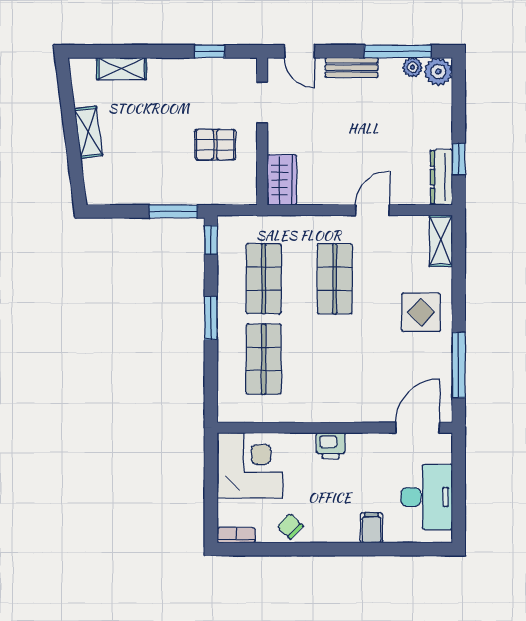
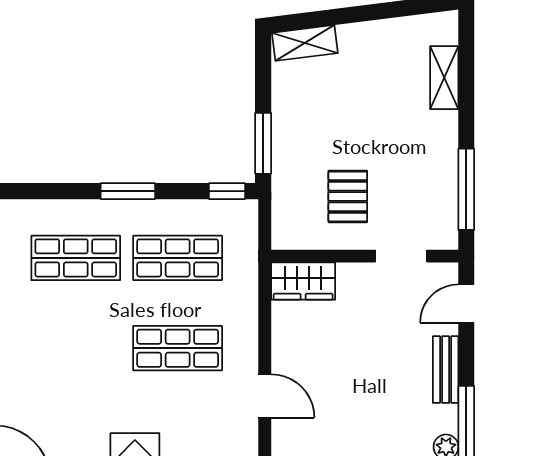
window: (210, 51) -> (466, 189), width x2.17
shelving: (88, 132) -> (305, 43), moved

